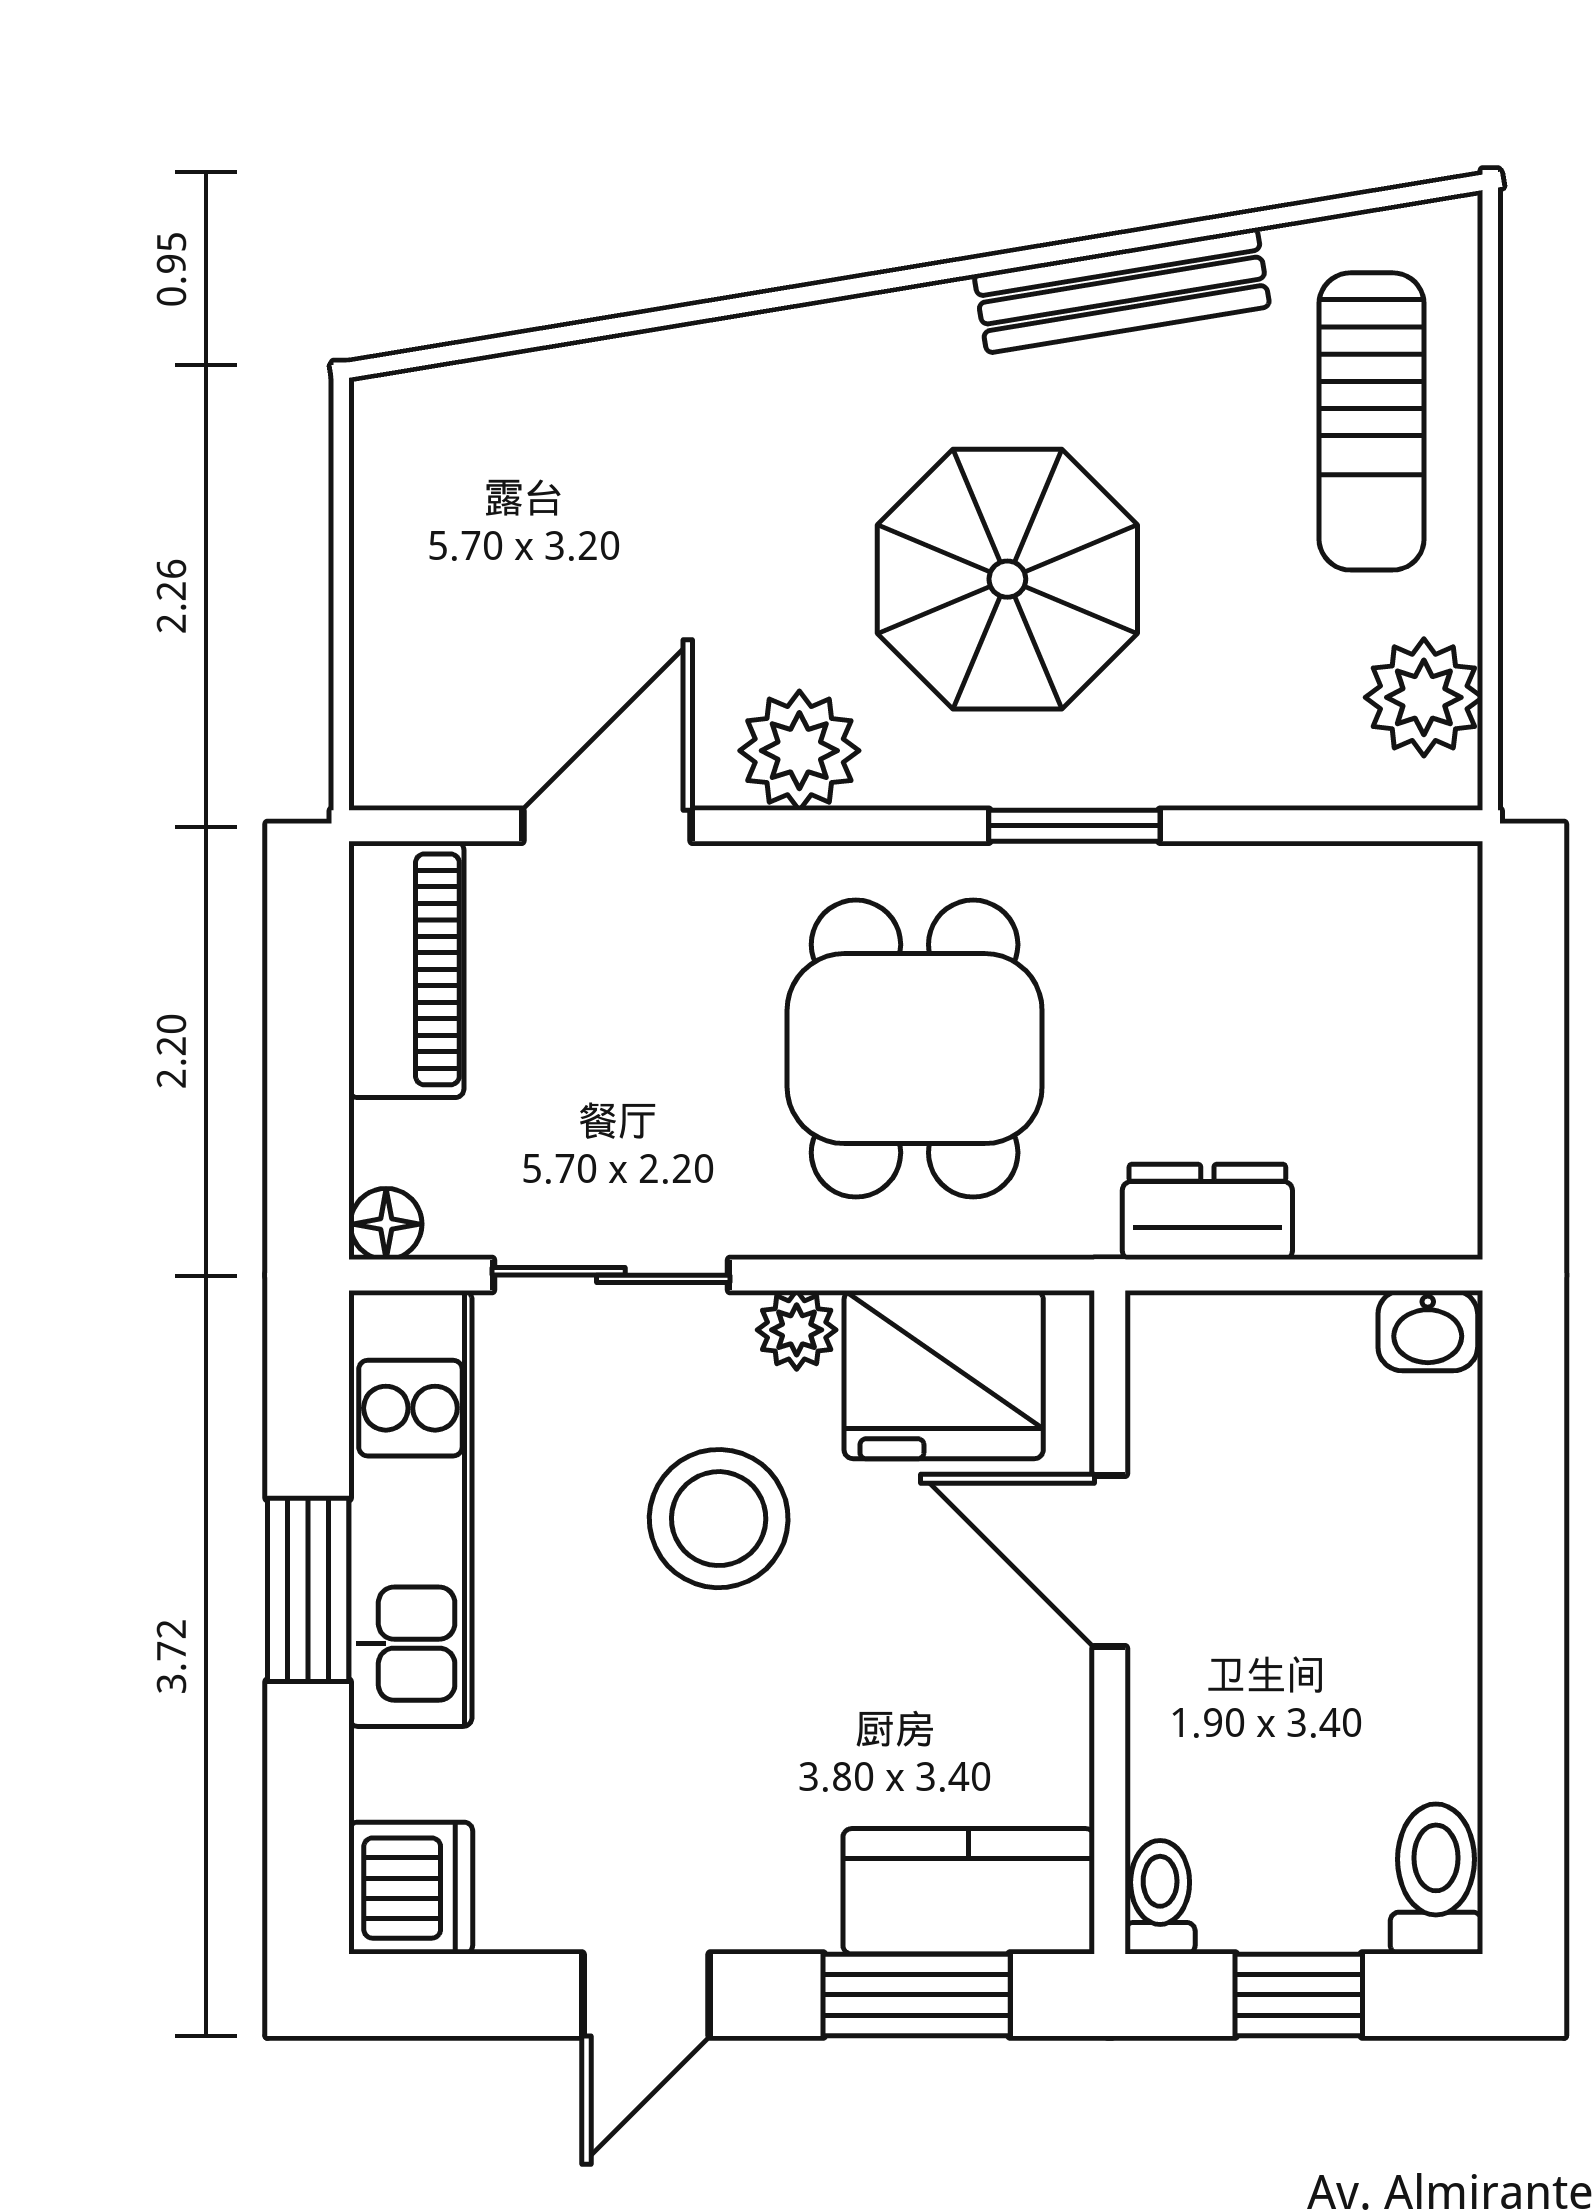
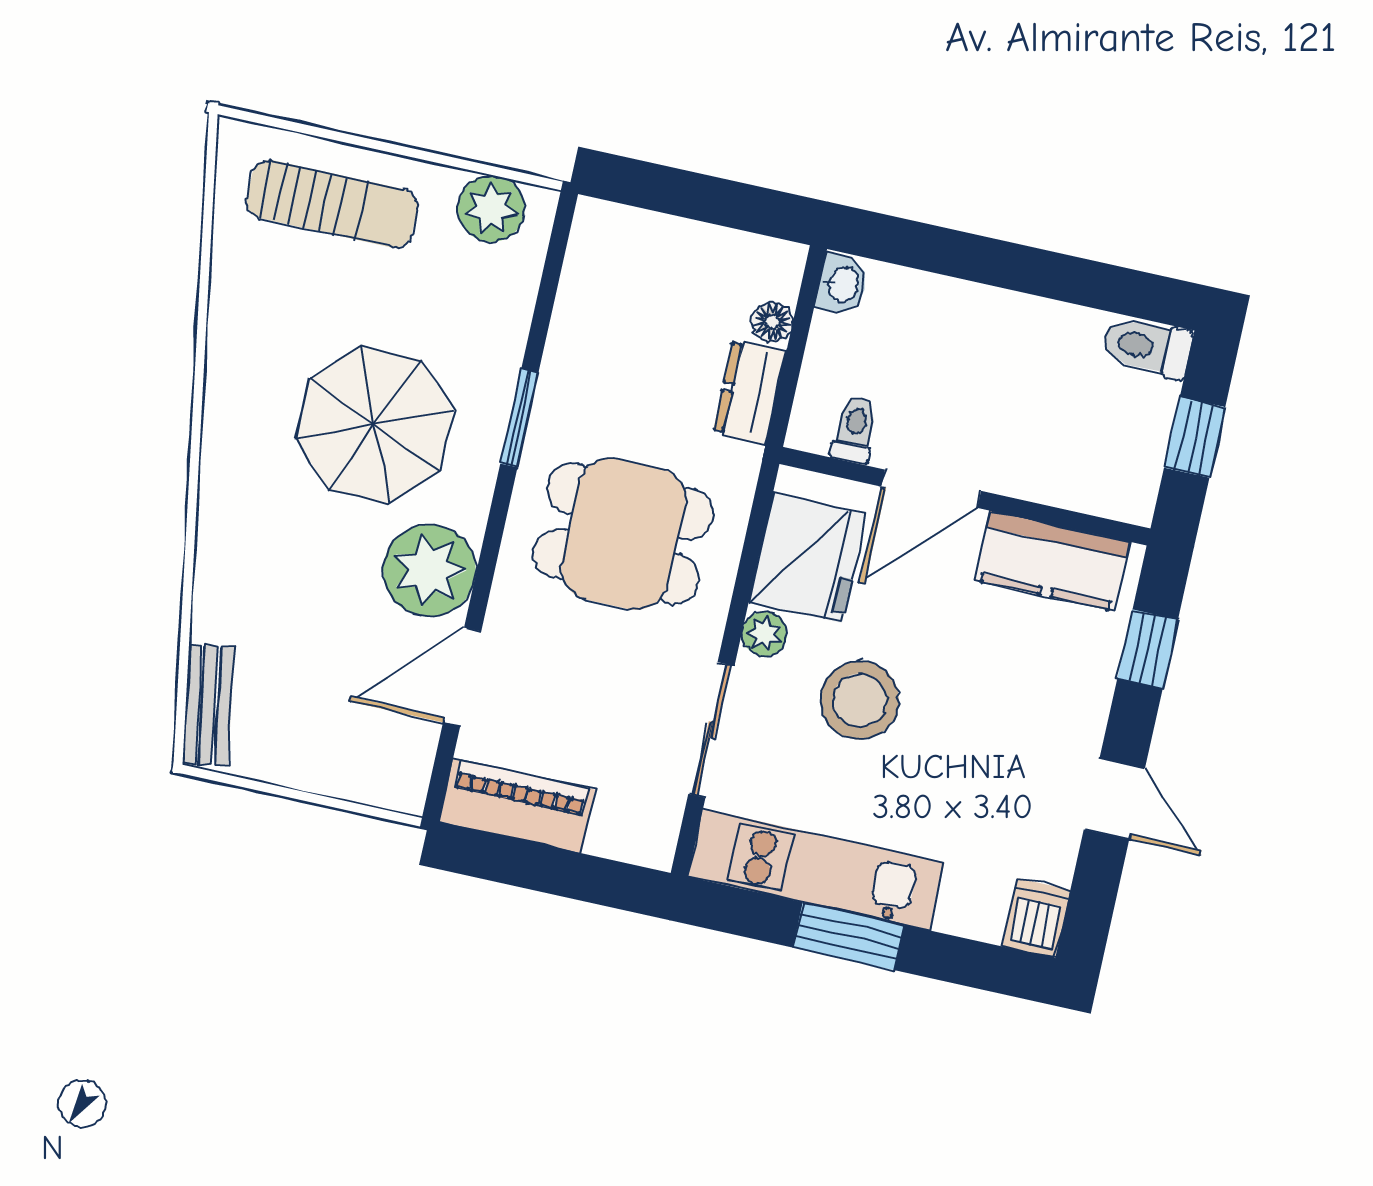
bench: (1122, 291) -> (208, 705), moved, width x0.73
plant: (799, 751) -> (429, 571), width x1.36, depth x1.36
door: (607, 826) -> (462, 677), hinge flipped
floor lamp: (386, 1224) -> (772, 322), moved
dishwasher: (411, 1888) -> (1036, 918), width x0.73
kitchen counter: (969, 1891) -> (1052, 561), moved, turned -90
toilet: (1160, 1897) -> (855, 430), moved, turned 90
window: (917, 1995) -> (1148, 649), width x0.67

